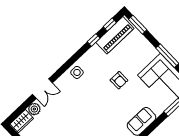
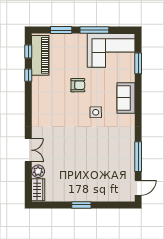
window: (138, 25) -> (61, 30), moved
side table: (77, 72) -> (96, 112), moved

